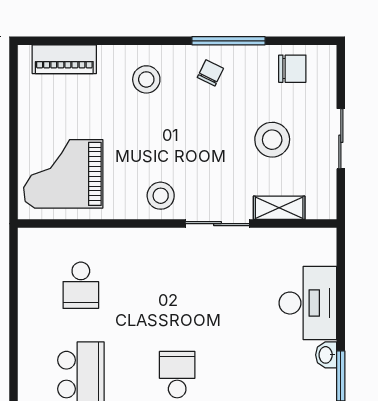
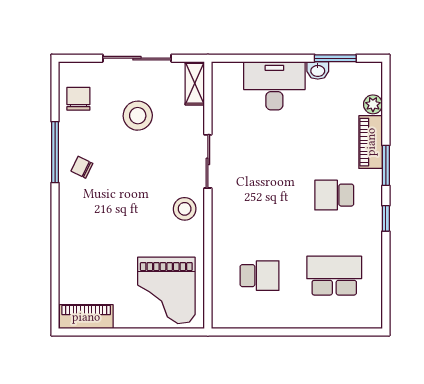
piano: (64, 59) -> (86, 317), moved, turned -90
stool: (146, 79) -> (87, 221), removed
sliding door: (341, 139) -> (137, 58), width x1.37
shelving: (279, 208) -> (195, 83), moved

